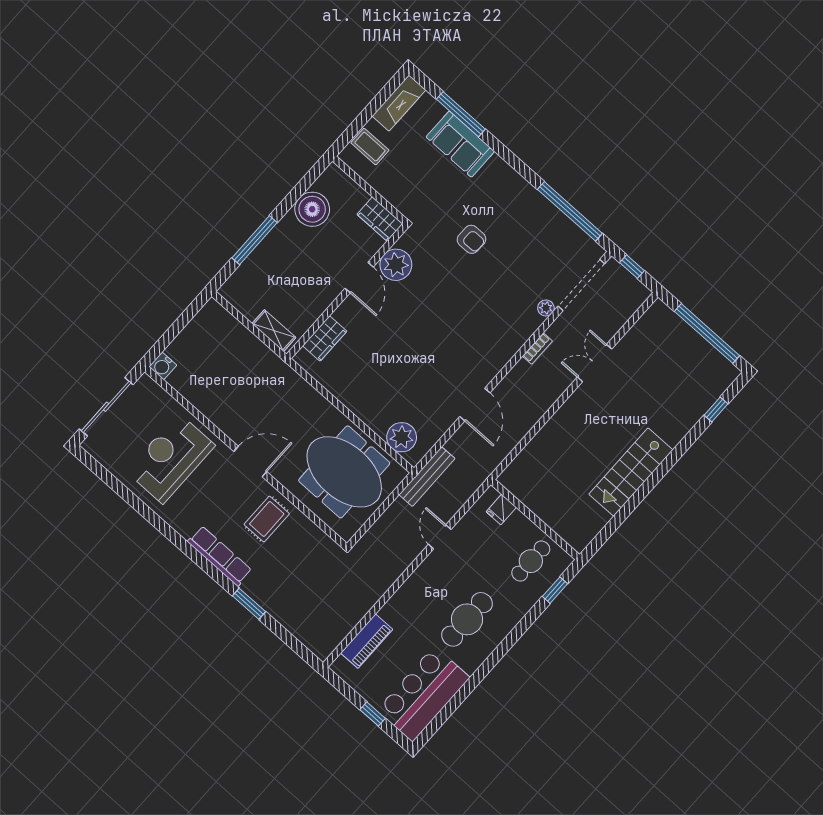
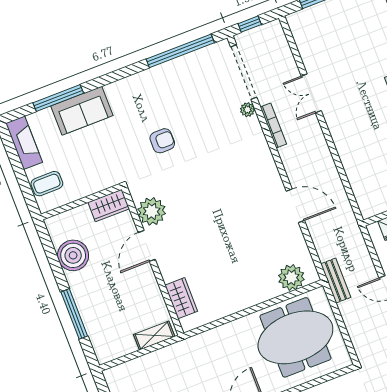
door: (359, 278) -> (147, 246), swing flipped
bookcase: (537, 349) -> (273, 126), width x1.56
bench: (427, 477) -> (336, 281), width x0.73

